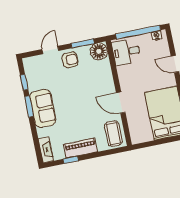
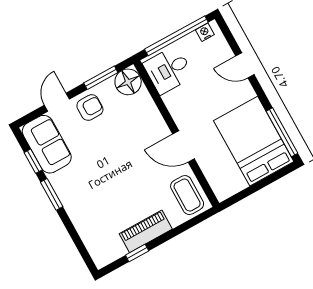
sofa: (43, 108) -> (47, 144), moved
fireplace: (46, 150) -> (96, 250), removed

